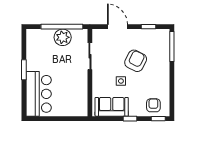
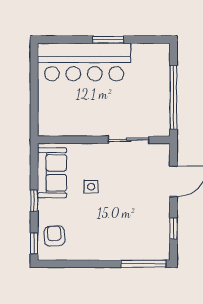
plant: (63, 37) -> (157, 98), removed
armchair: (136, 61) -> (122, 209), removed
bar counter: (39, 94) -> (84, 62), width x1.36
armchair: (153, 105) -> (54, 236), turned -94

